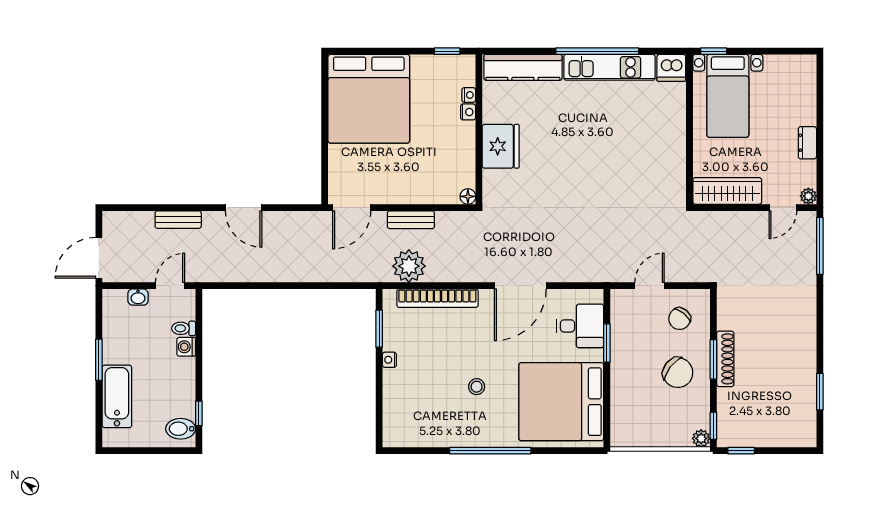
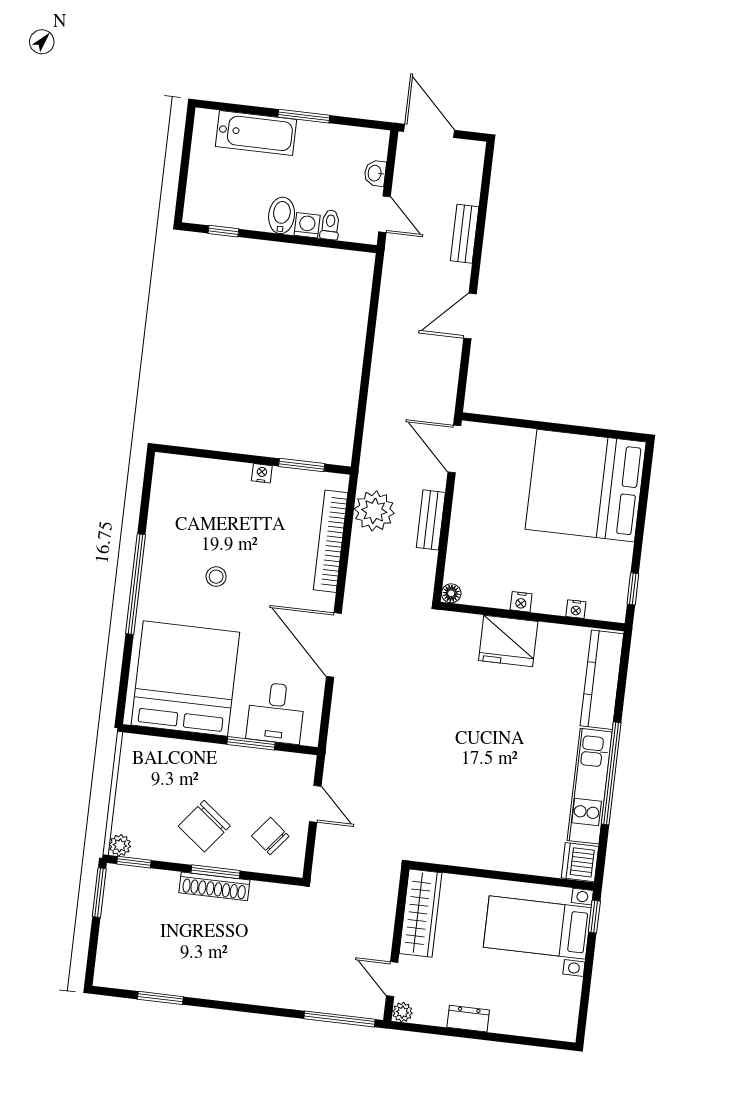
nightstand: (468, 112) -> (521, 602), moved
bidet: (181, 429) -> (282, 215), moved
window: (741, 451) -> (99, 893), width x1.50

